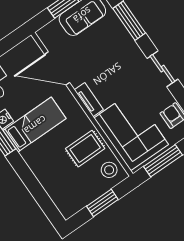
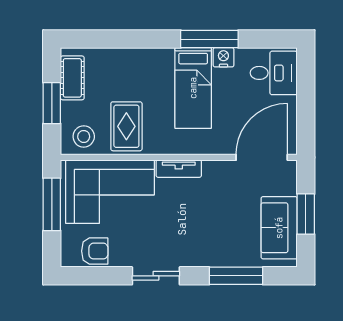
door: (57, 68) -> (262, 157), moved
cot: (79, 201) -> (72, 78), added

